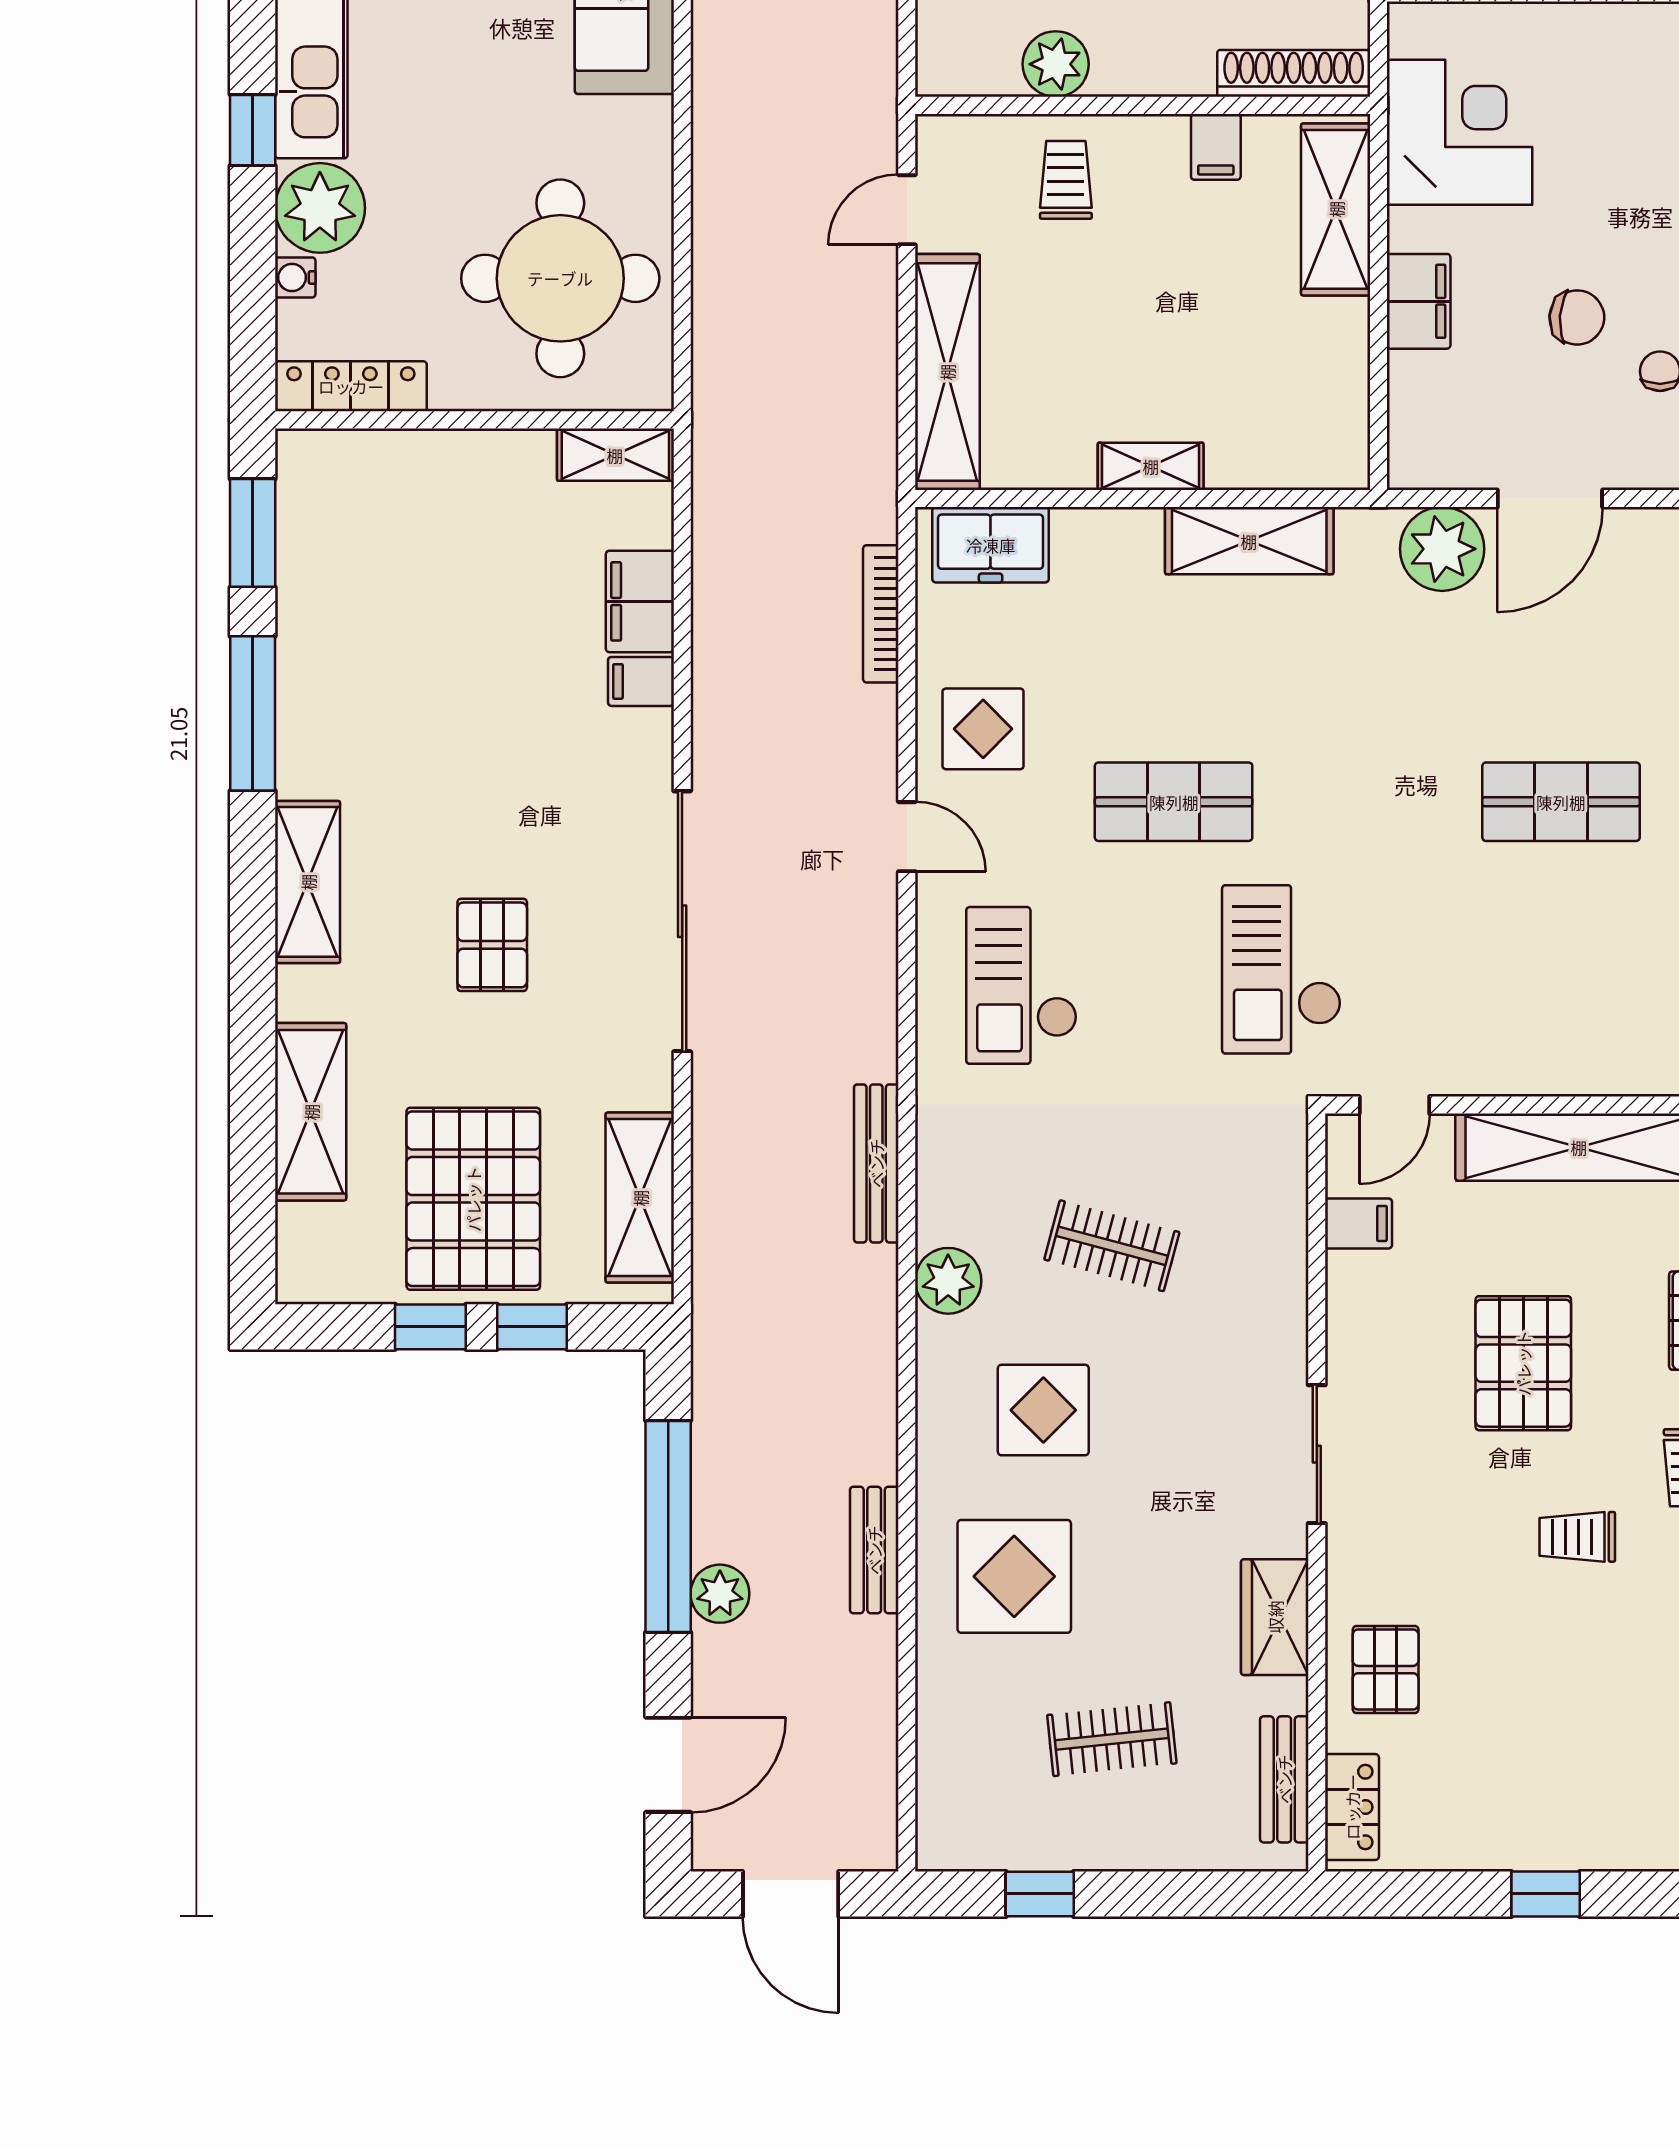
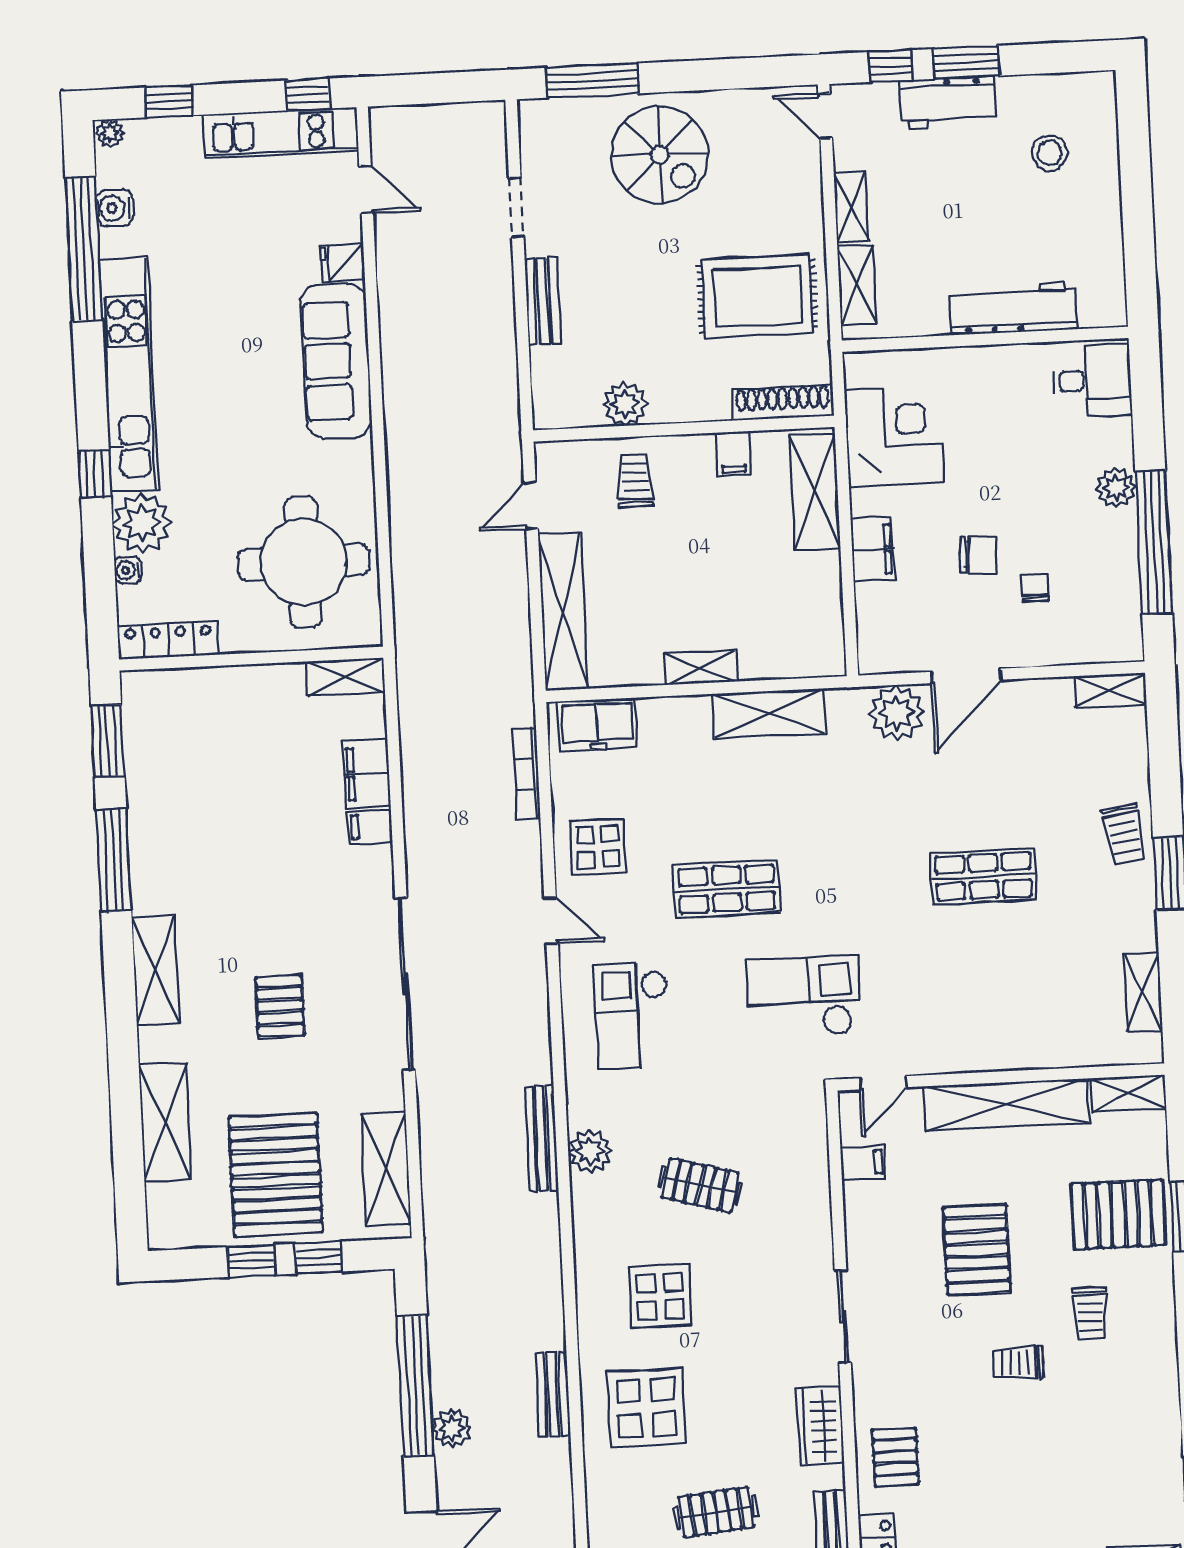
checkout: (1281, 969) -> (804, 997), turned 90
plant: (948, 1281) -> (590, 1151), moved

